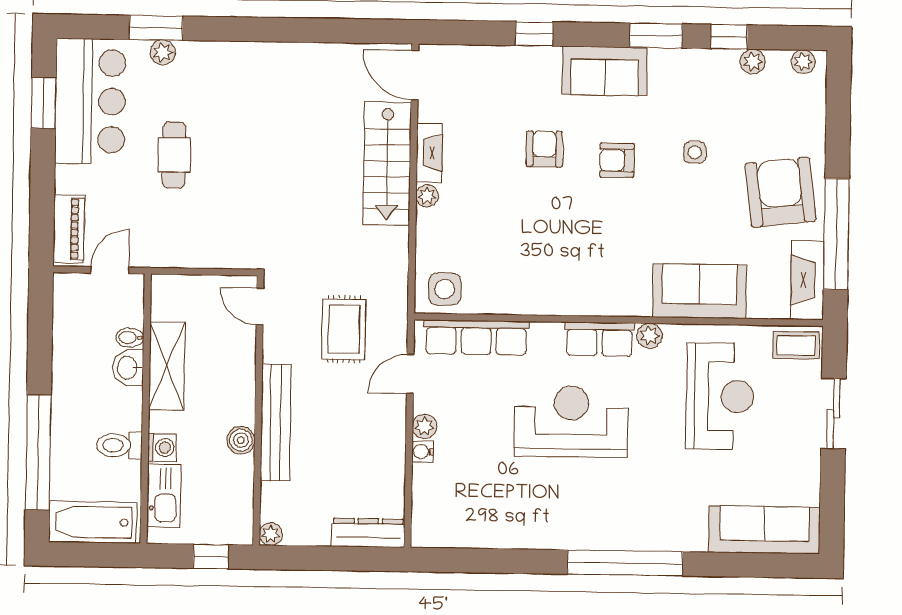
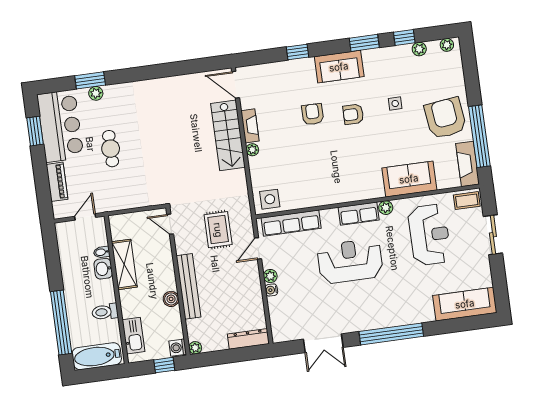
piano: (69, 229) -> (57, 182), moved
washing machine: (162, 448) -> (178, 348), moved, turned 180
double door: (501, 561) -> (323, 343), added

